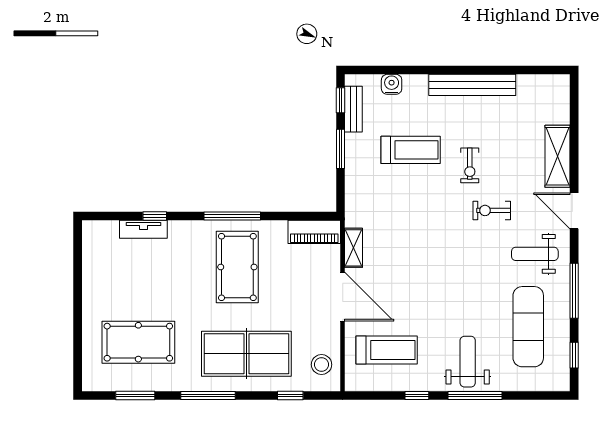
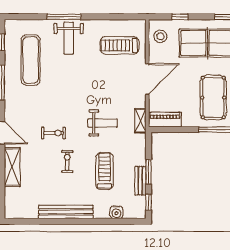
bench: (353, 109) -> (140, 181), moved
treadmill: (411, 150) -> (104, 171), turned 90
shelving: (353, 248) -> (140, 121), moved
weight bench: (535, 254) -> (103, 123), moved
door: (343, 297) -> (147, 79), swing flipped
window: (417, 395) -> (100, 17), removed

